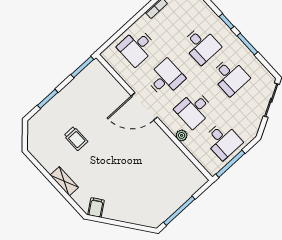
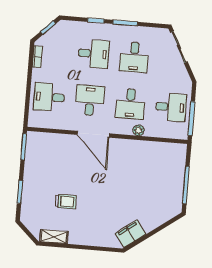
desk: (137, 47) -> (49, 97), turned 90
desk: (230, 76) -> (134, 57), turned 90
door: (144, 106) -> (93, 134), hinge flipped
shelving: (64, 181) -> (54, 237), moved
filing cabinet: (96, 207) -> (130, 234), width x2.00

